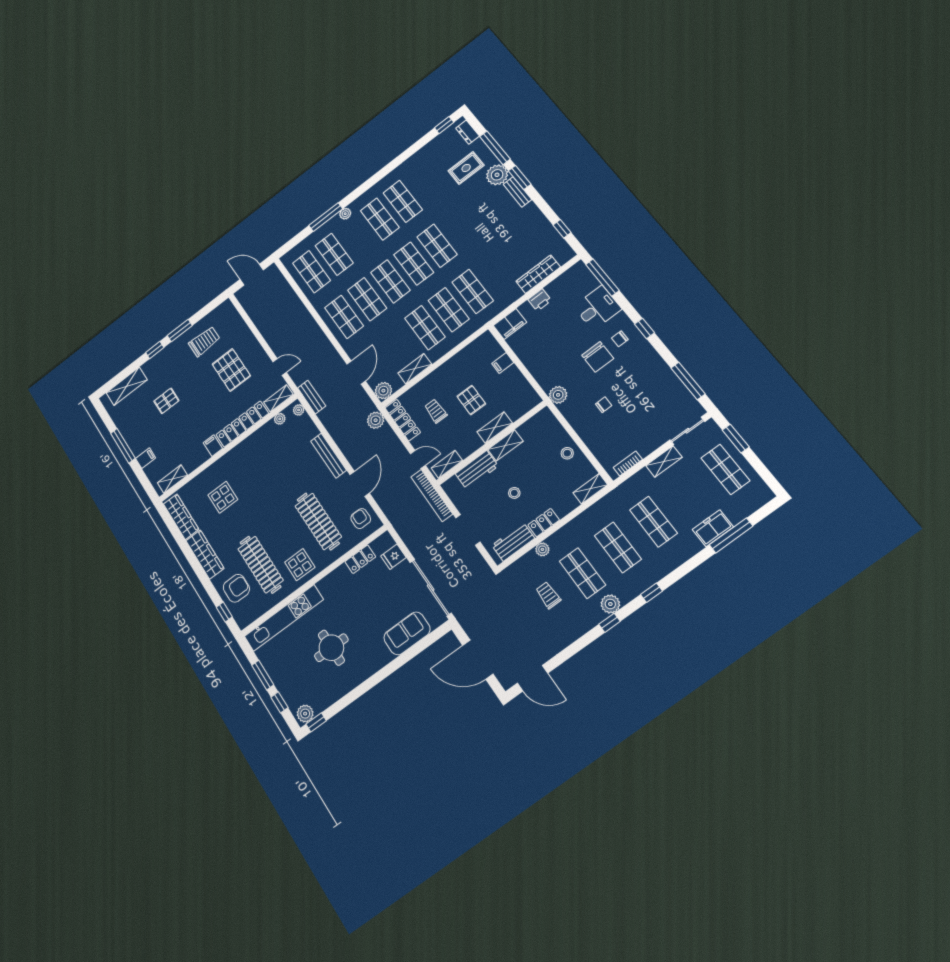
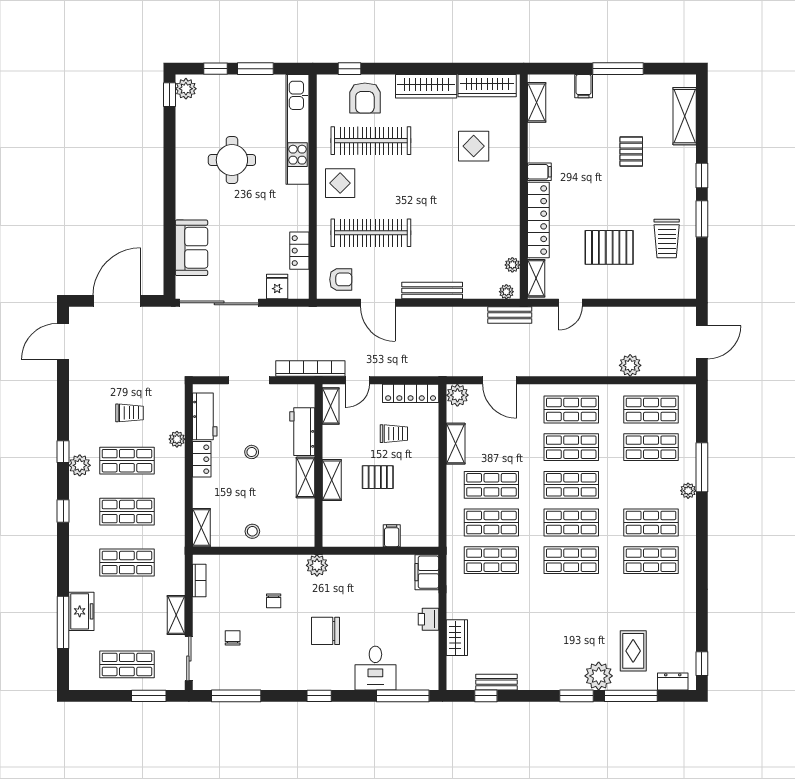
bench: (517, 192) -> (497, 682), moved
wardrobe: (538, 274) -> (457, 638), width x0.67
chair: (620, 339) -> (233, 638), moved
plant: (376, 420) -> (630, 365), moved

